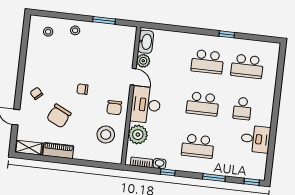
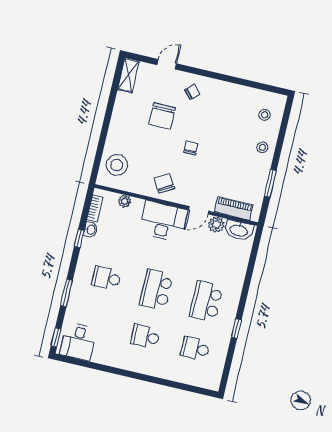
school desk: (247, 66) -> (195, 348), width x0.54
chair: (114, 108) -> (164, 183), turned 60
chair: (59, 116) -> (162, 116), turned -116
stool: (106, 135) -> (117, 165), moved
plant: (138, 135) -> (125, 201), width x0.53, depth x0.53
desk: (256, 139) -> (78, 342), moved
school desk: (198, 146) -> (106, 278), width x0.54
piano: (58, 151) -> (234, 208), moved, turned -90

